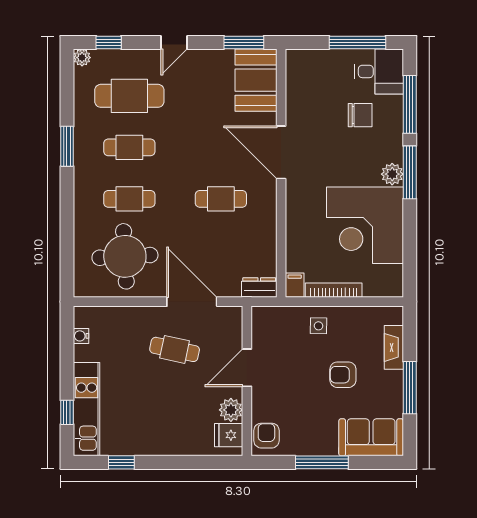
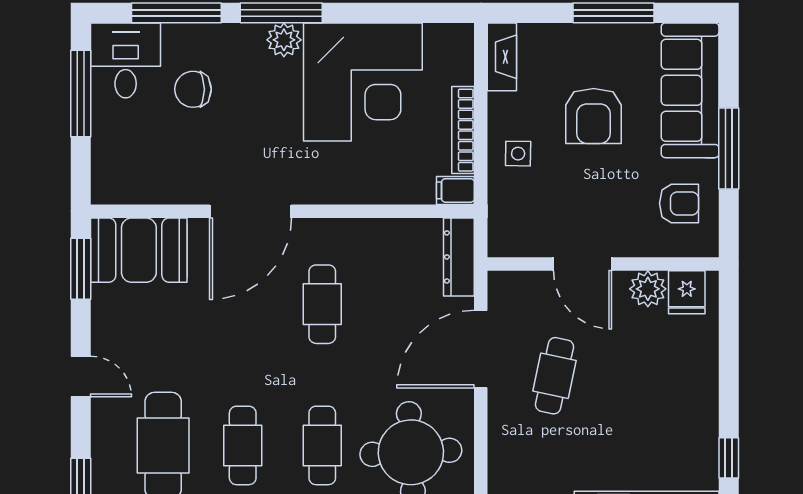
chair: (360, 115) -> (193, 89), turned -90
dresser: (259, 287) -> (459, 257), width x1.44
fireplace: (394, 347) -> (502, 57), moved, turned -90
armchair: (343, 375) -> (594, 116), width x1.38, depth x1.38
armchair: (266, 436) -> (679, 203), moved, turned 180
sofa: (371, 437) -> (690, 90), width x1.36

